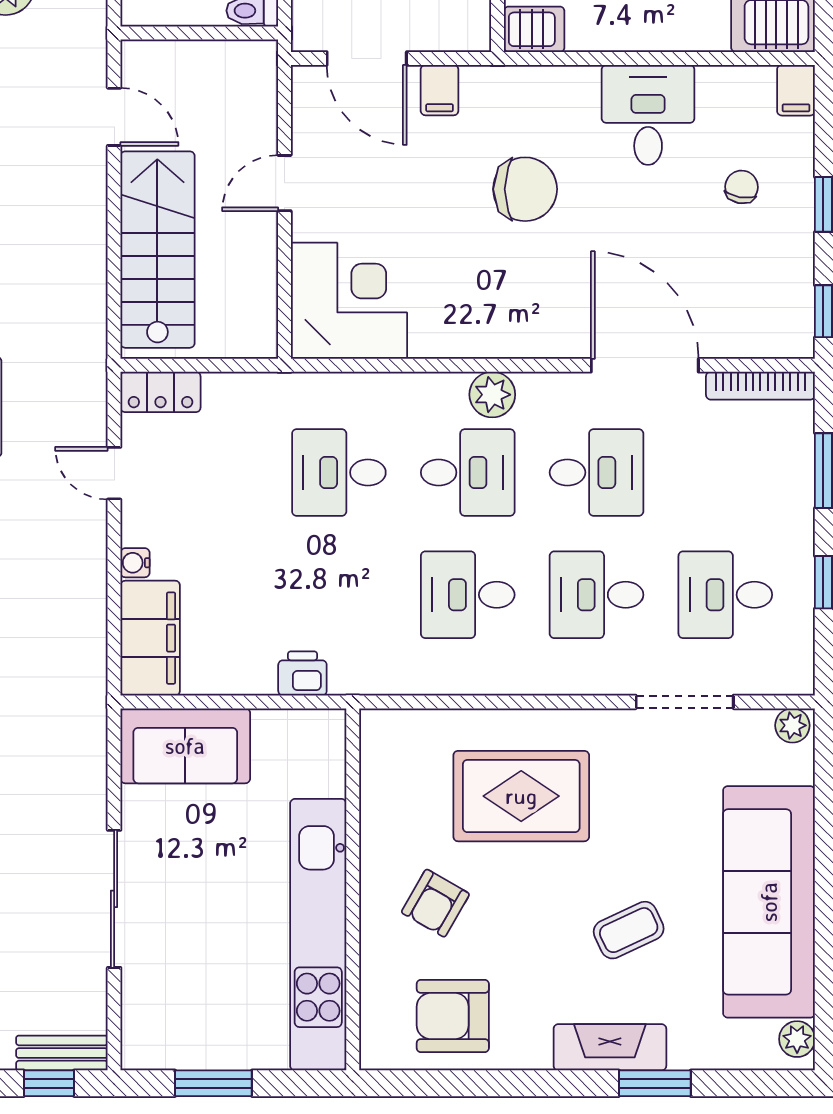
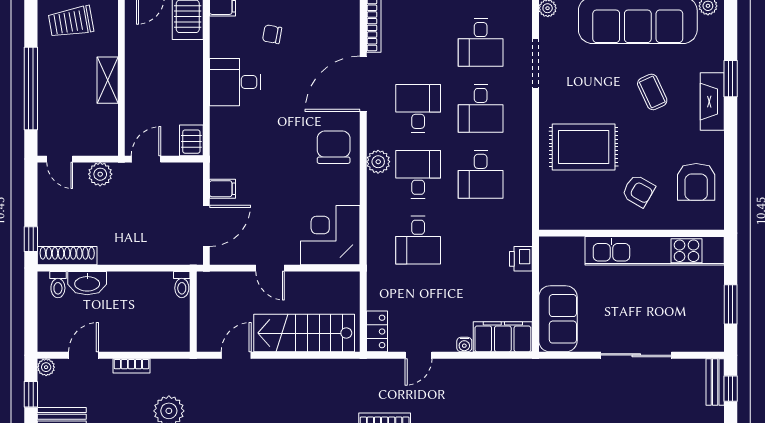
chair: (525, 189) -> (334, 147), moved
rug: (521, 796) -> (584, 147), turned 90

